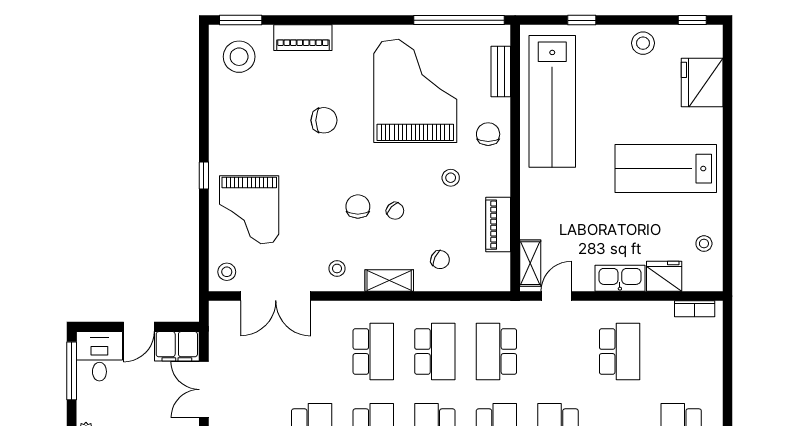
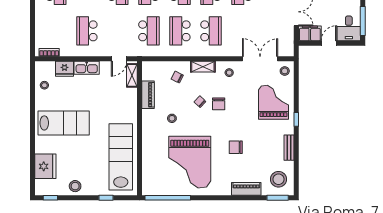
bench: (501, 71) -> (289, 148), moved
chair: (488, 134) -> (153, 140), removed
school desk: (373, 351) -> (211, 31), turned 180

